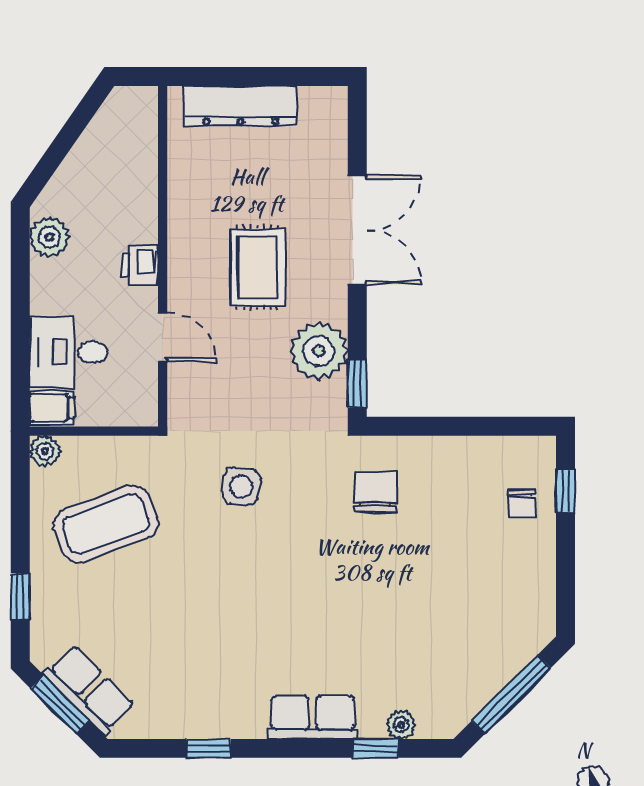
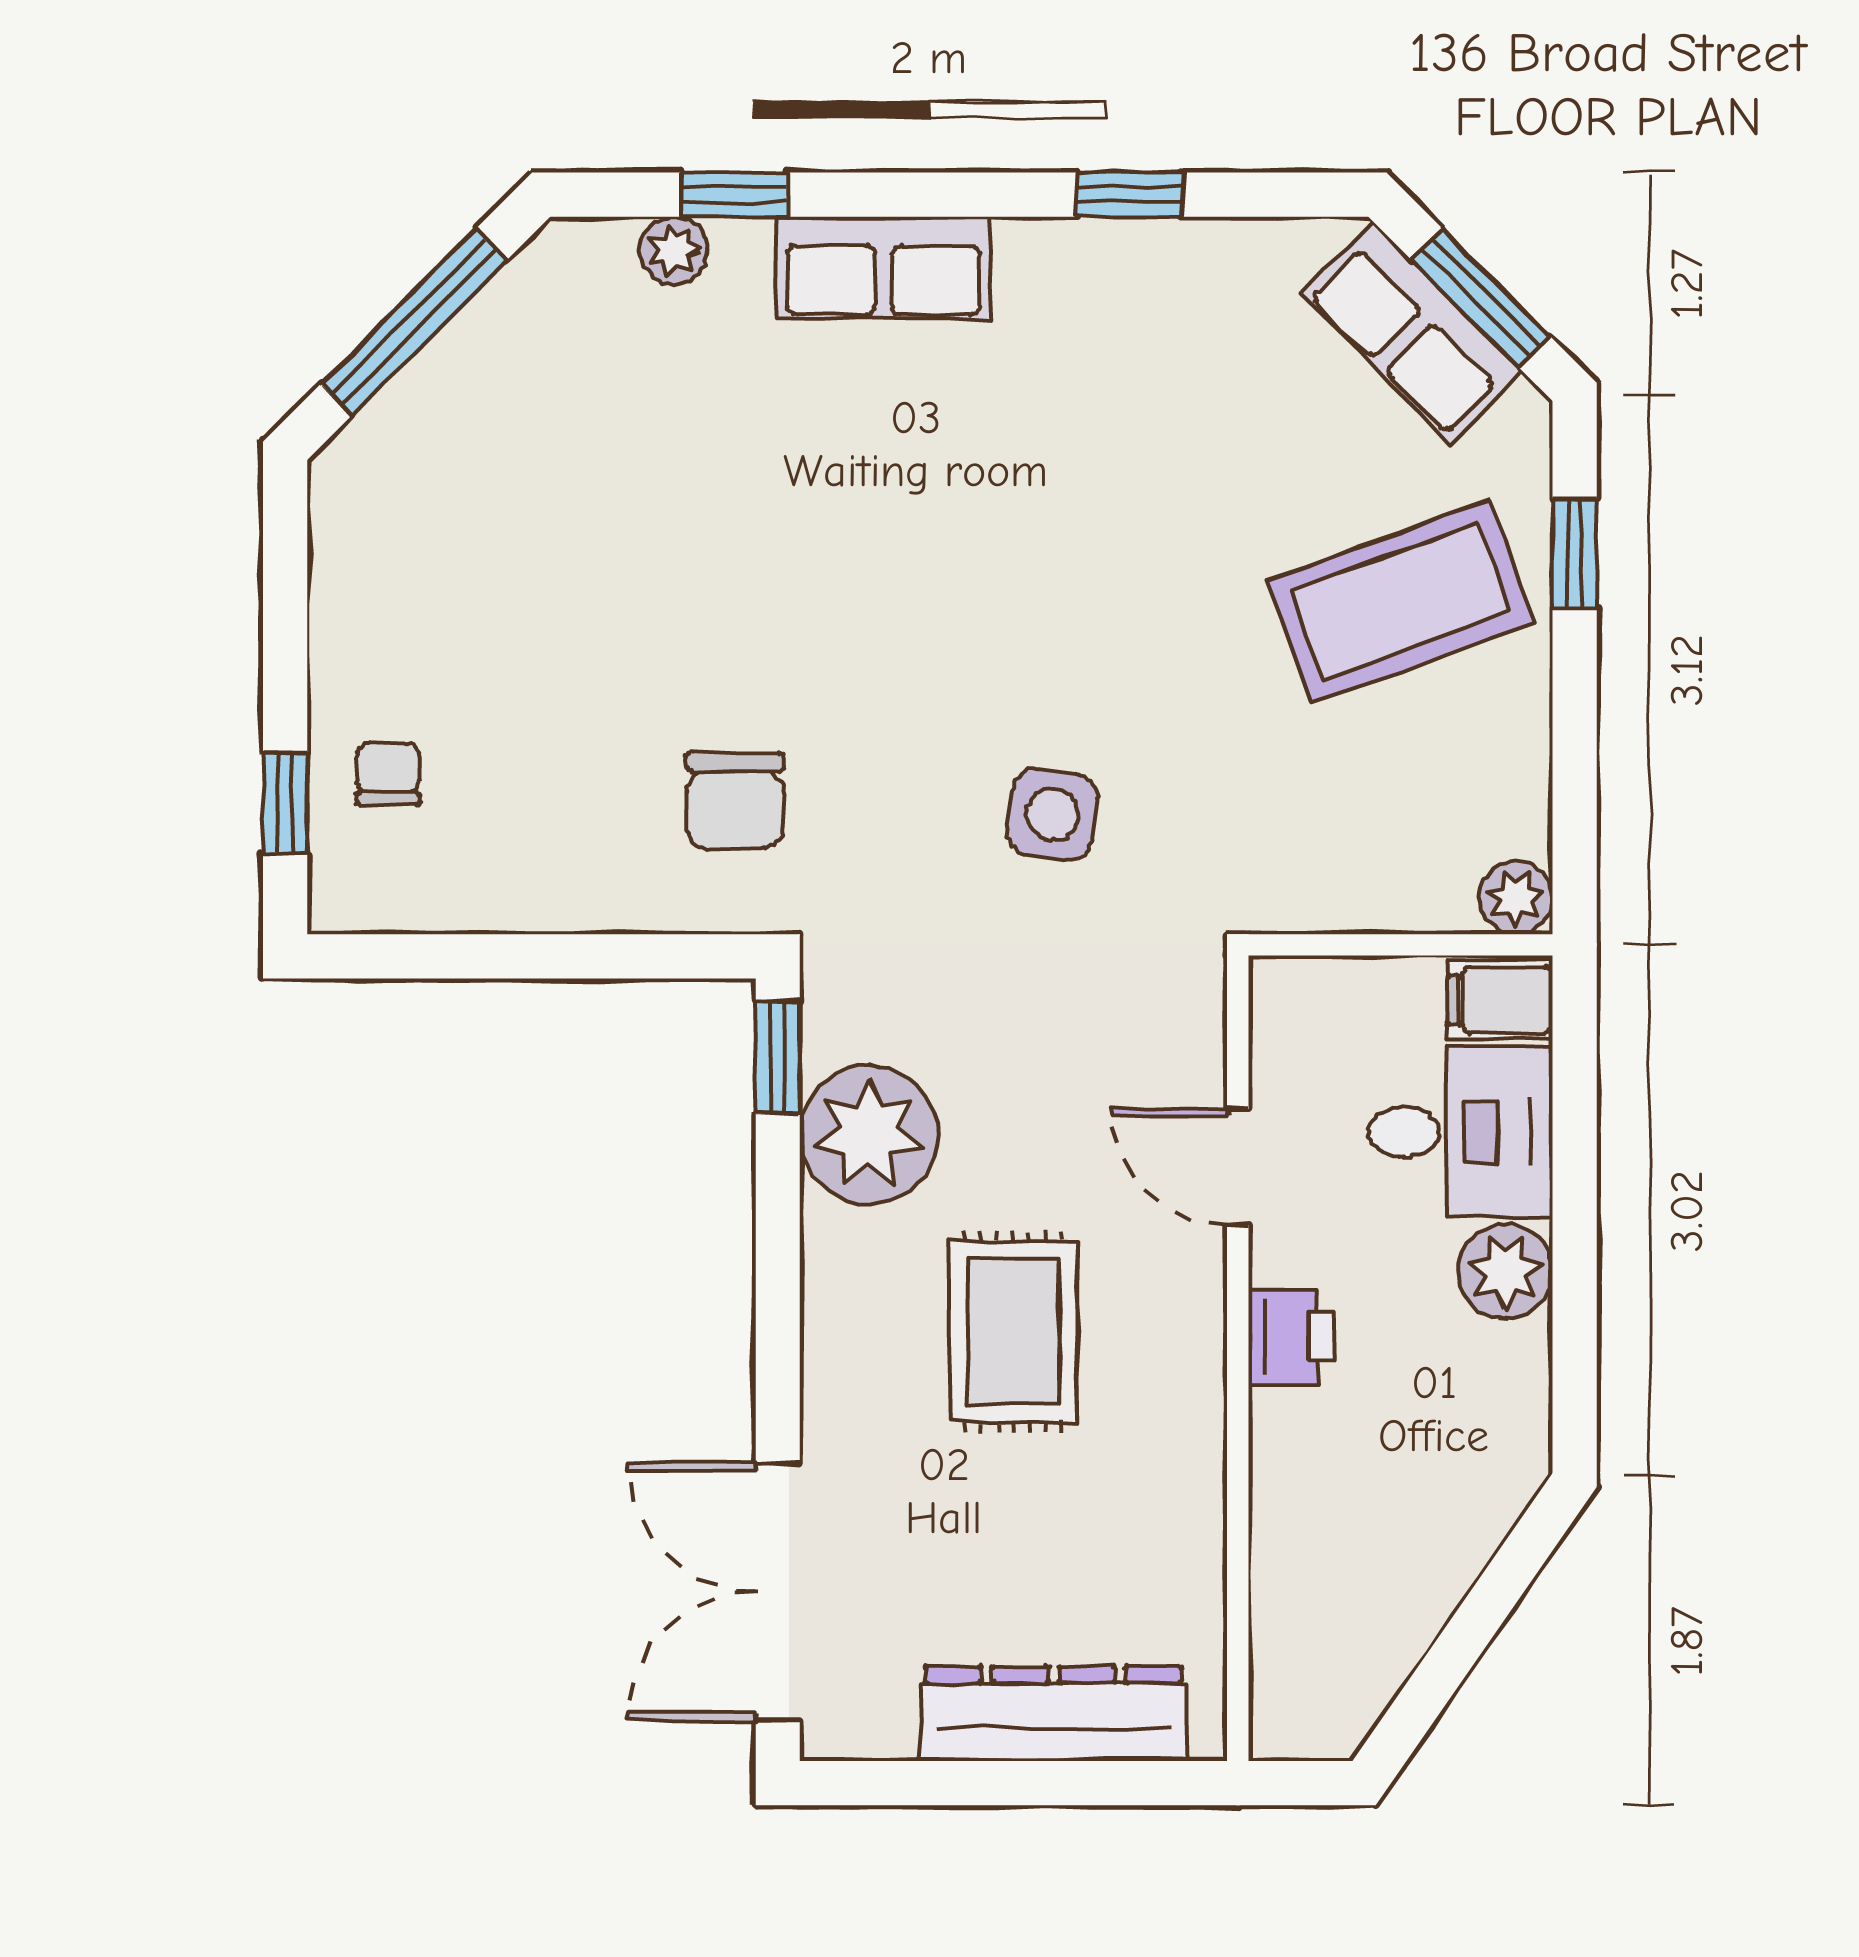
double door: (357, 230) -> (778, 1592), moved
plant: (50, 237) -> (1505, 1271), moved
coffee table: (106, 524) -> (1401, 602), moved

